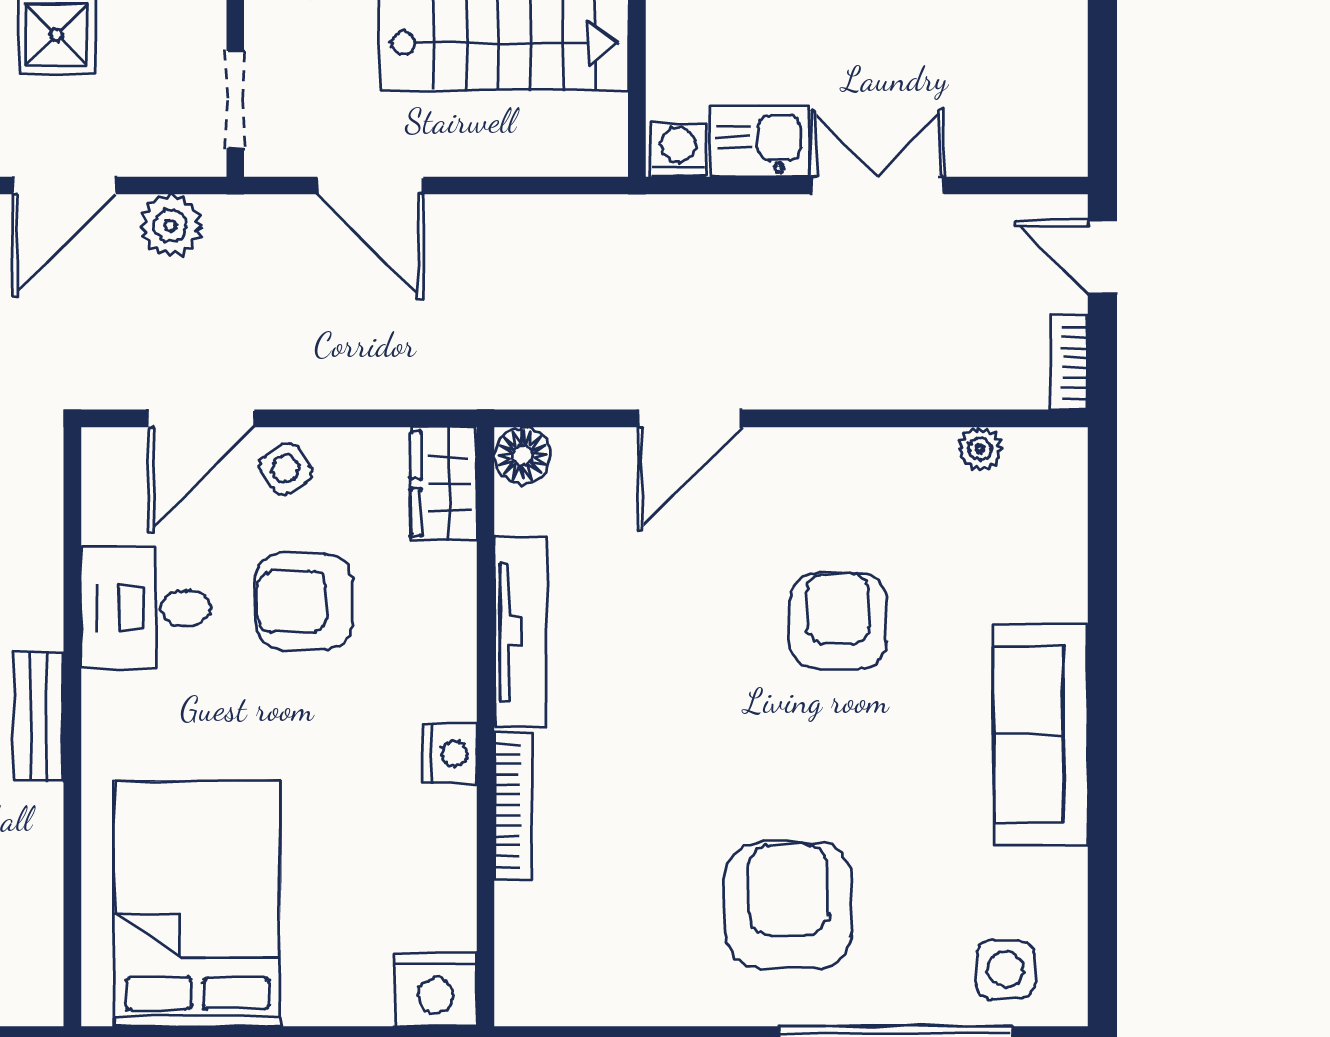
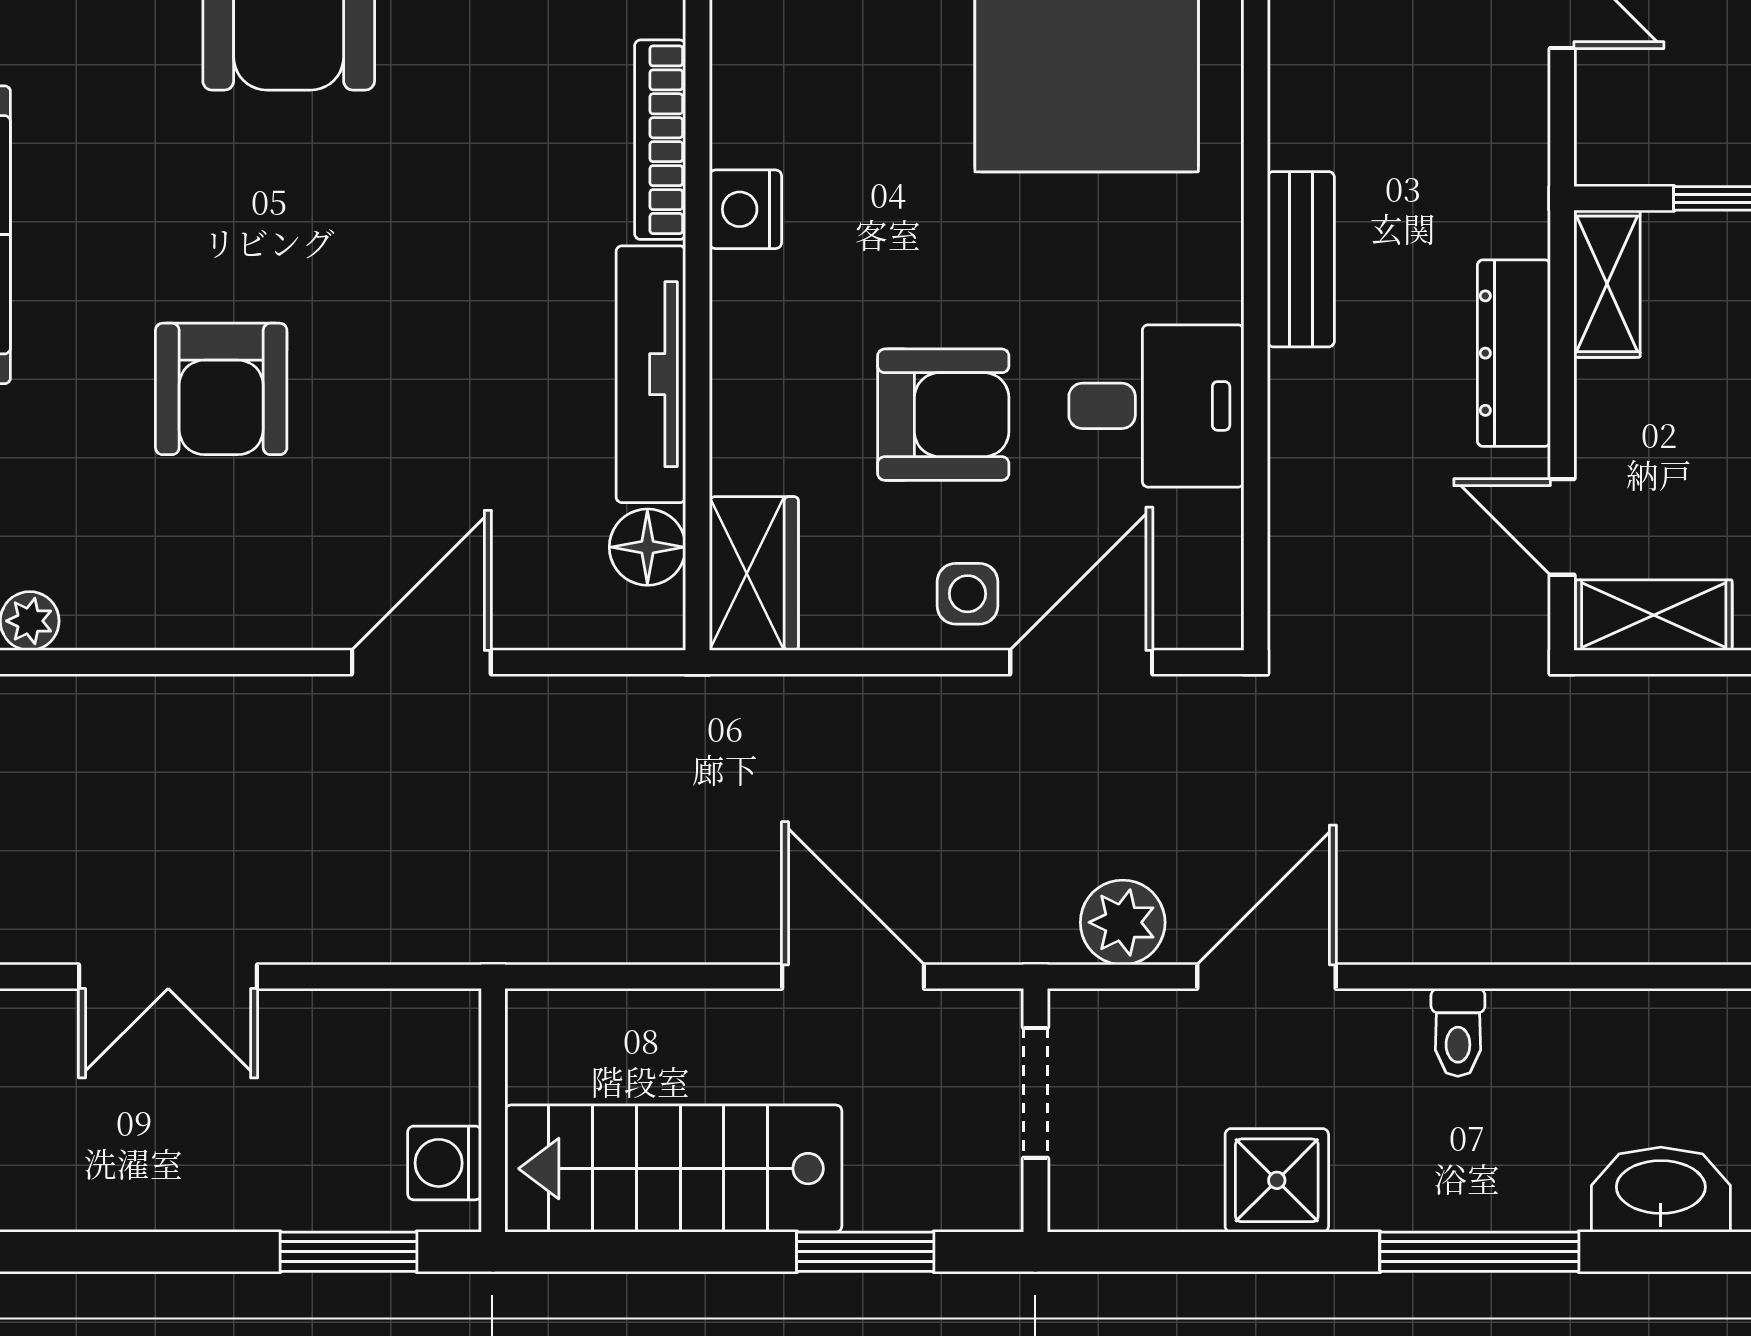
kitchen sink: (760, 141) -> (327, 1036), removed
washing machine: (679, 150) -> (445, 1163), moved, turned 90
floor lamp: (523, 455) -> (647, 547), moved
side table: (286, 469) -> (968, 594), turned 32

